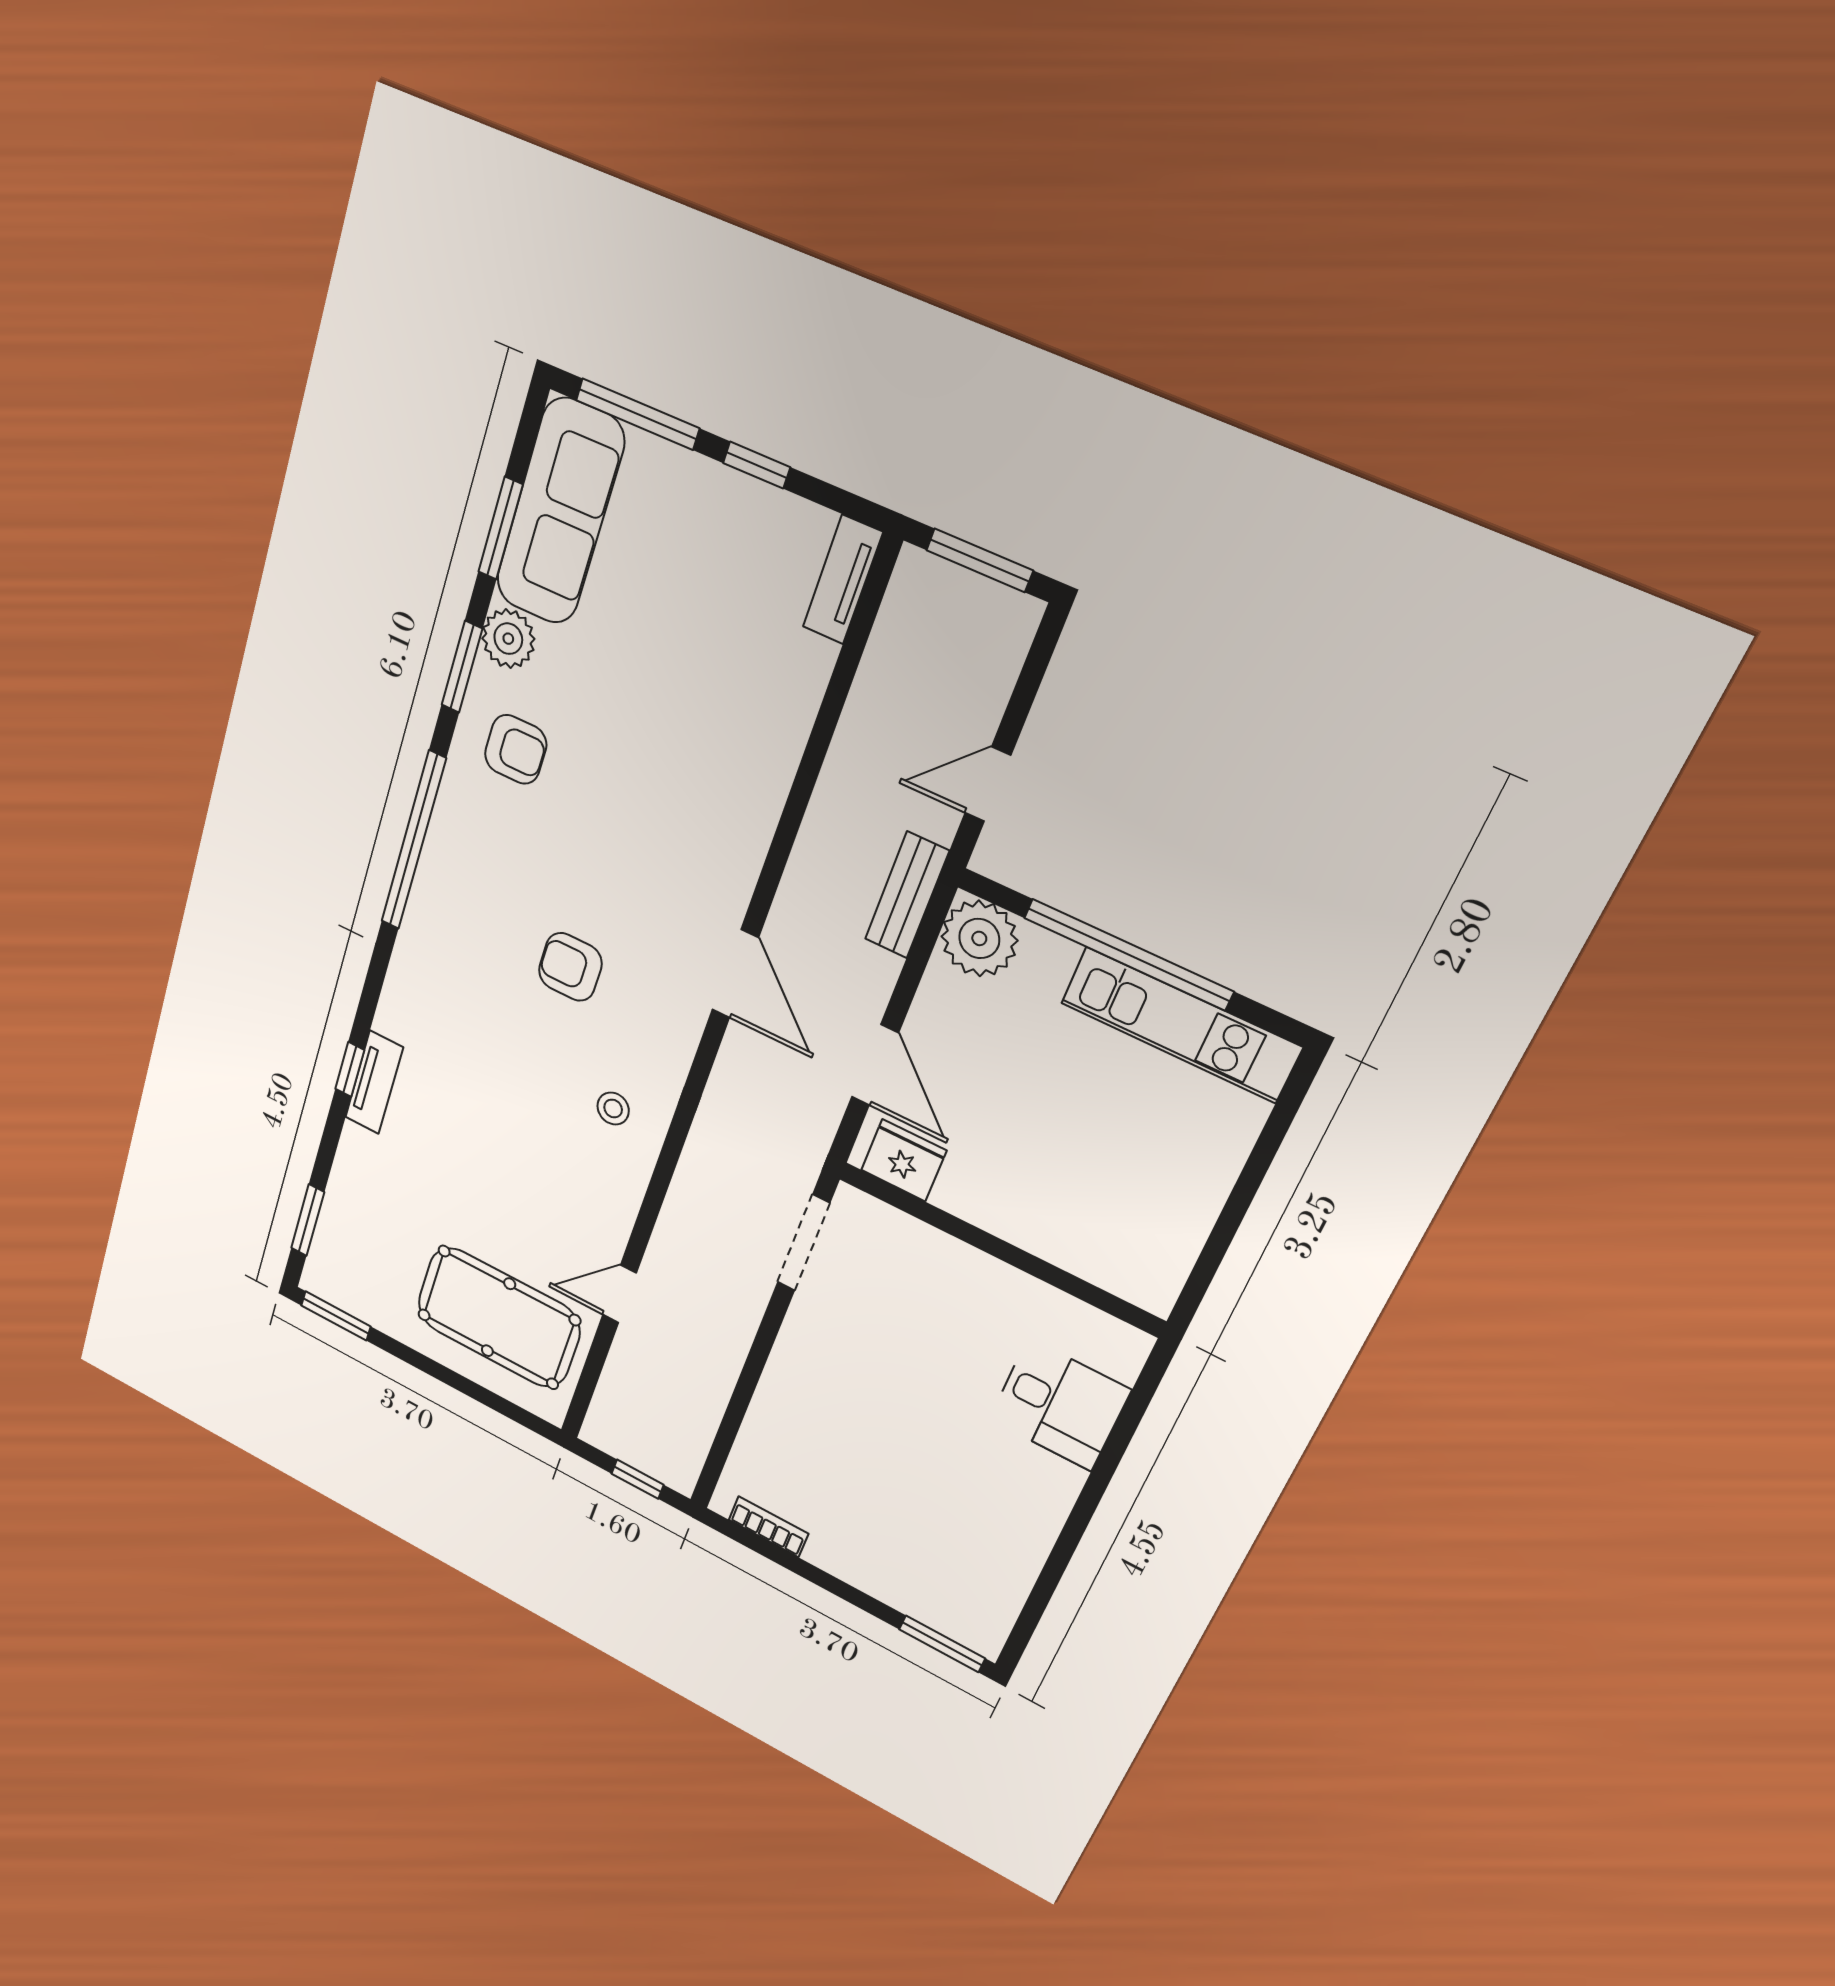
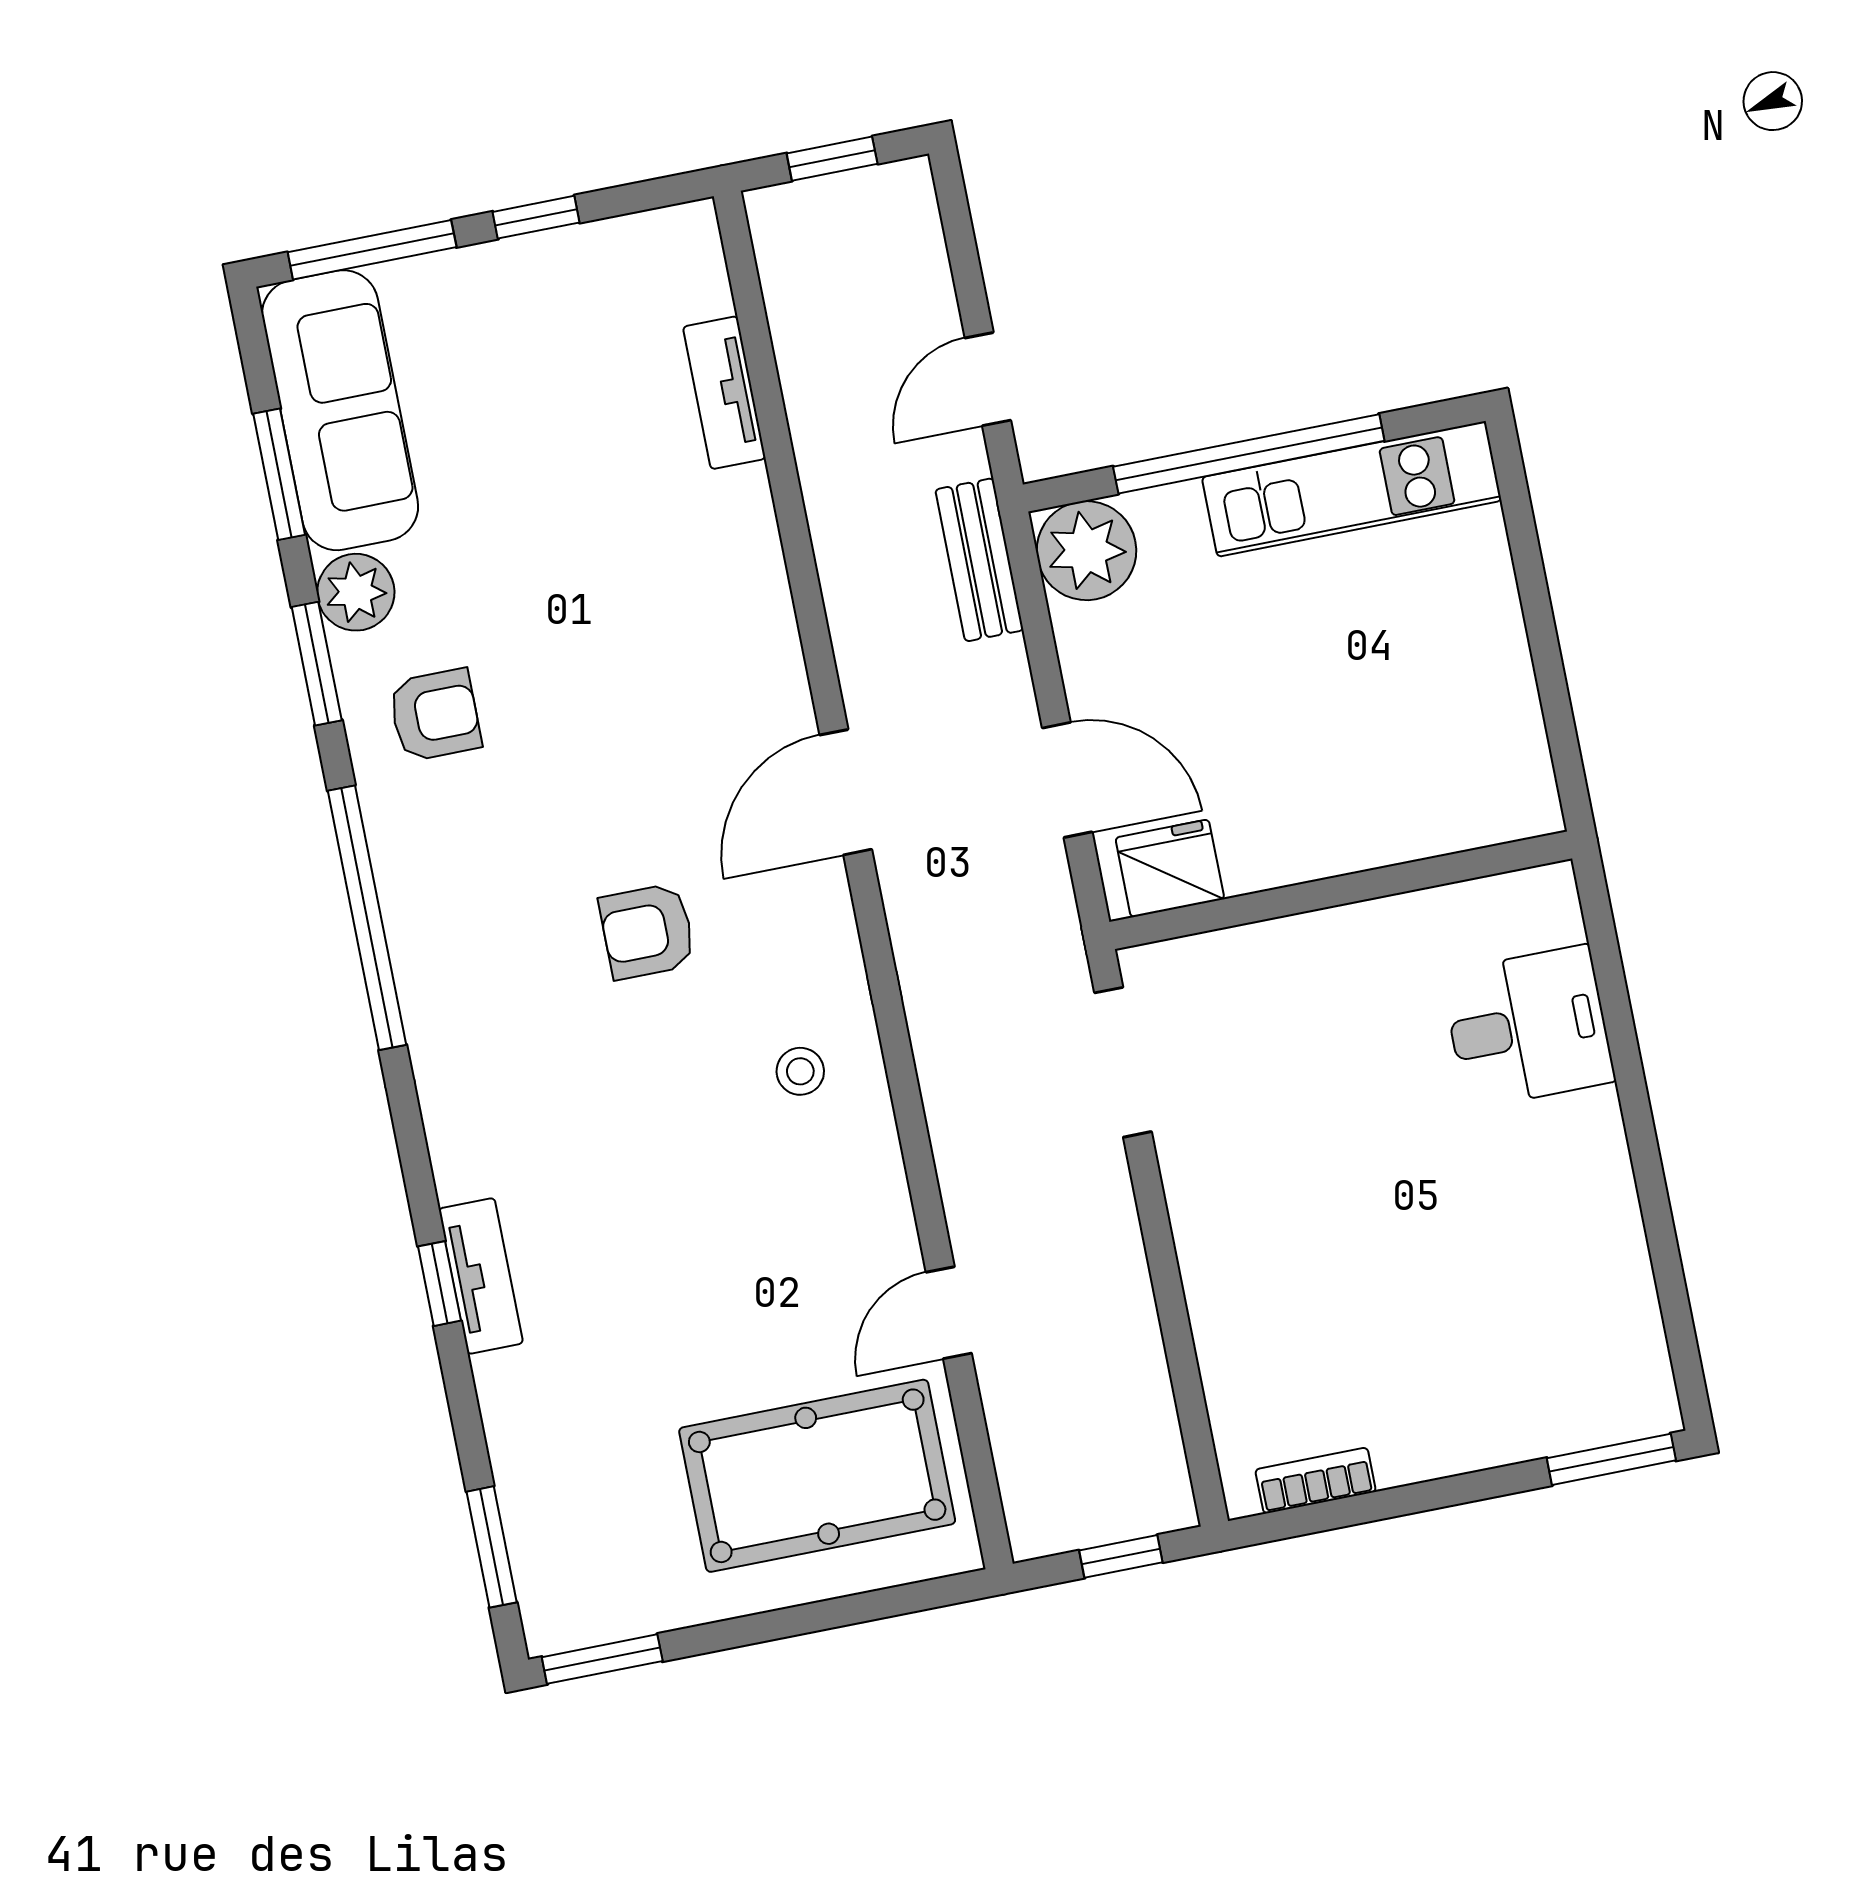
window: (980, 560) -> (832, 159), width x0.67
tv unit: (843, 580) -> (724, 393), moved
door: (735, 974) -> (846, 792), swing flipped

